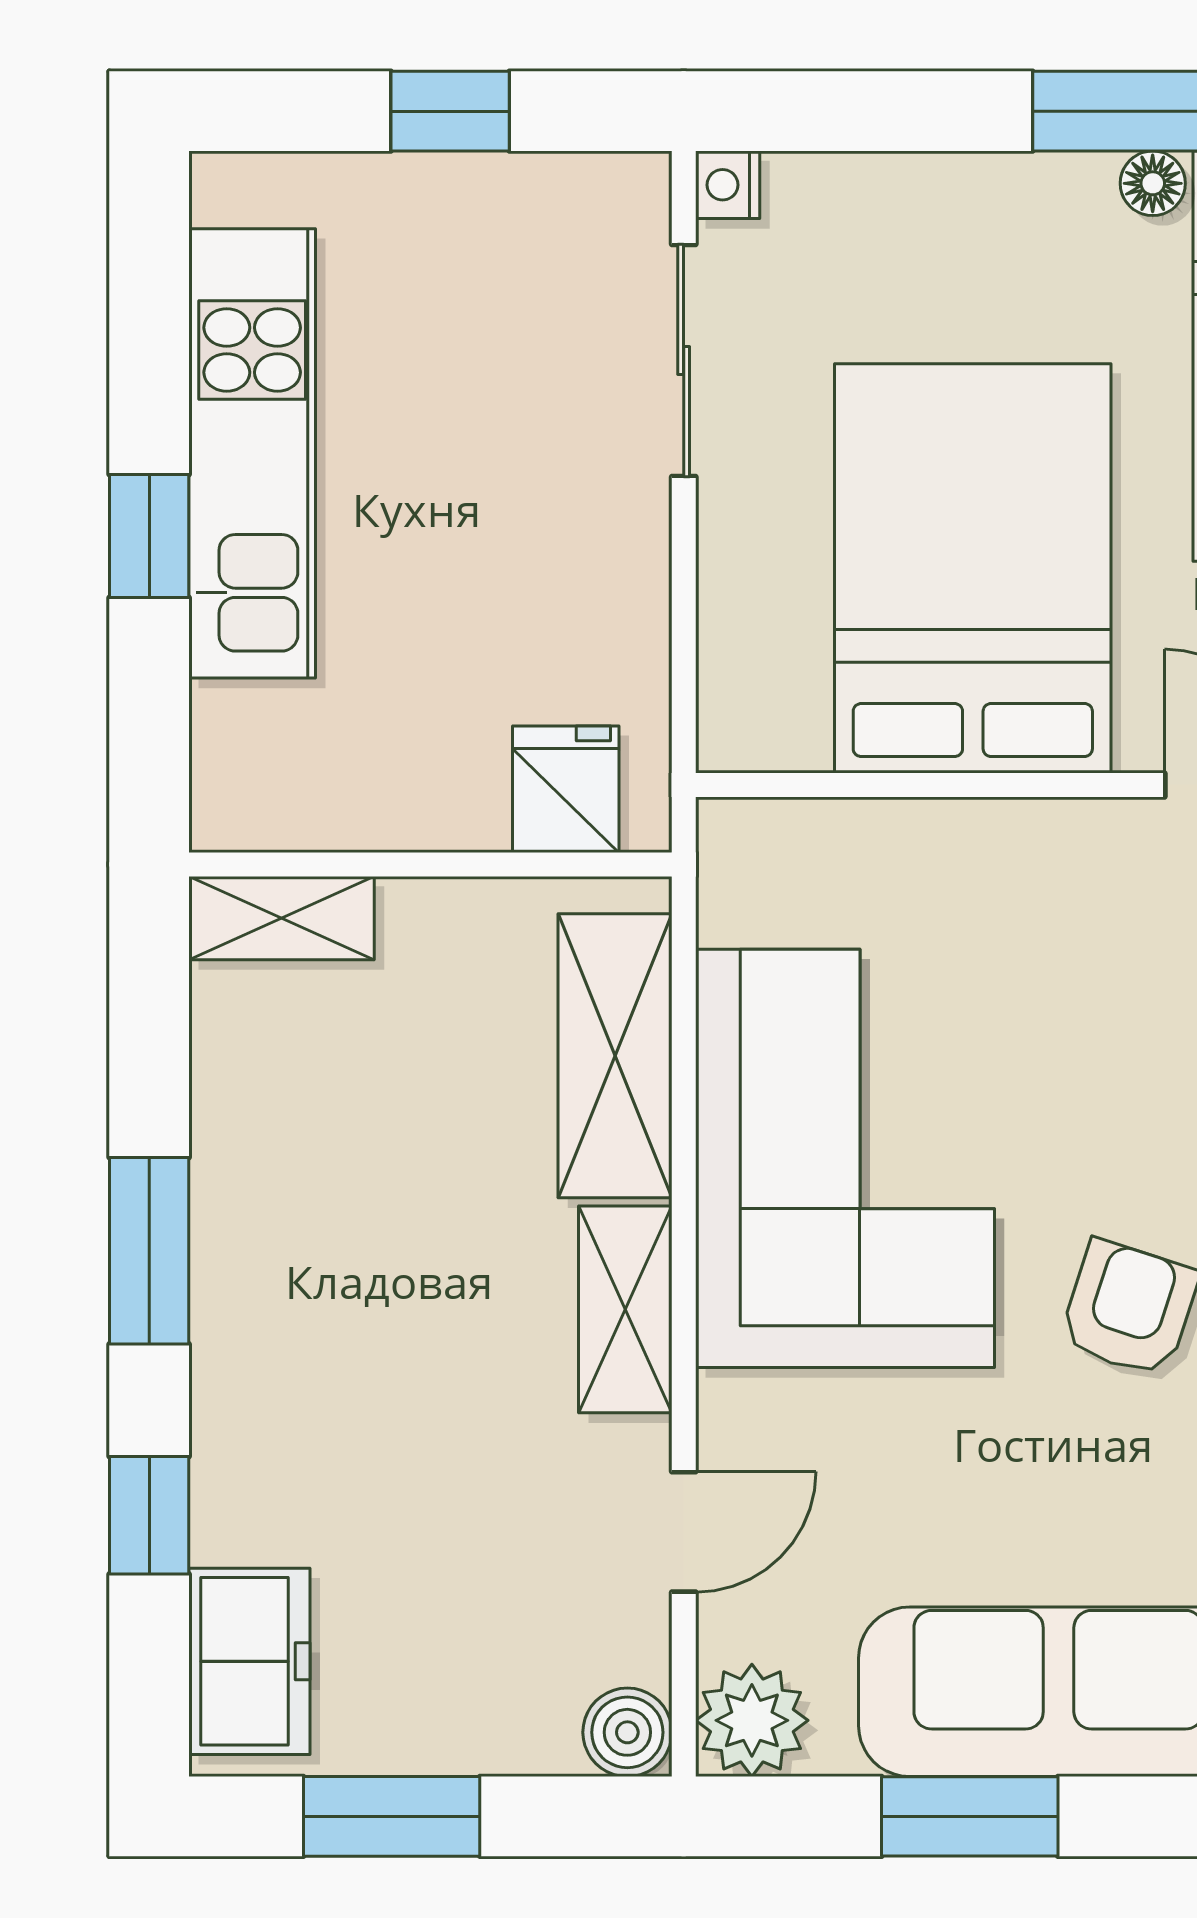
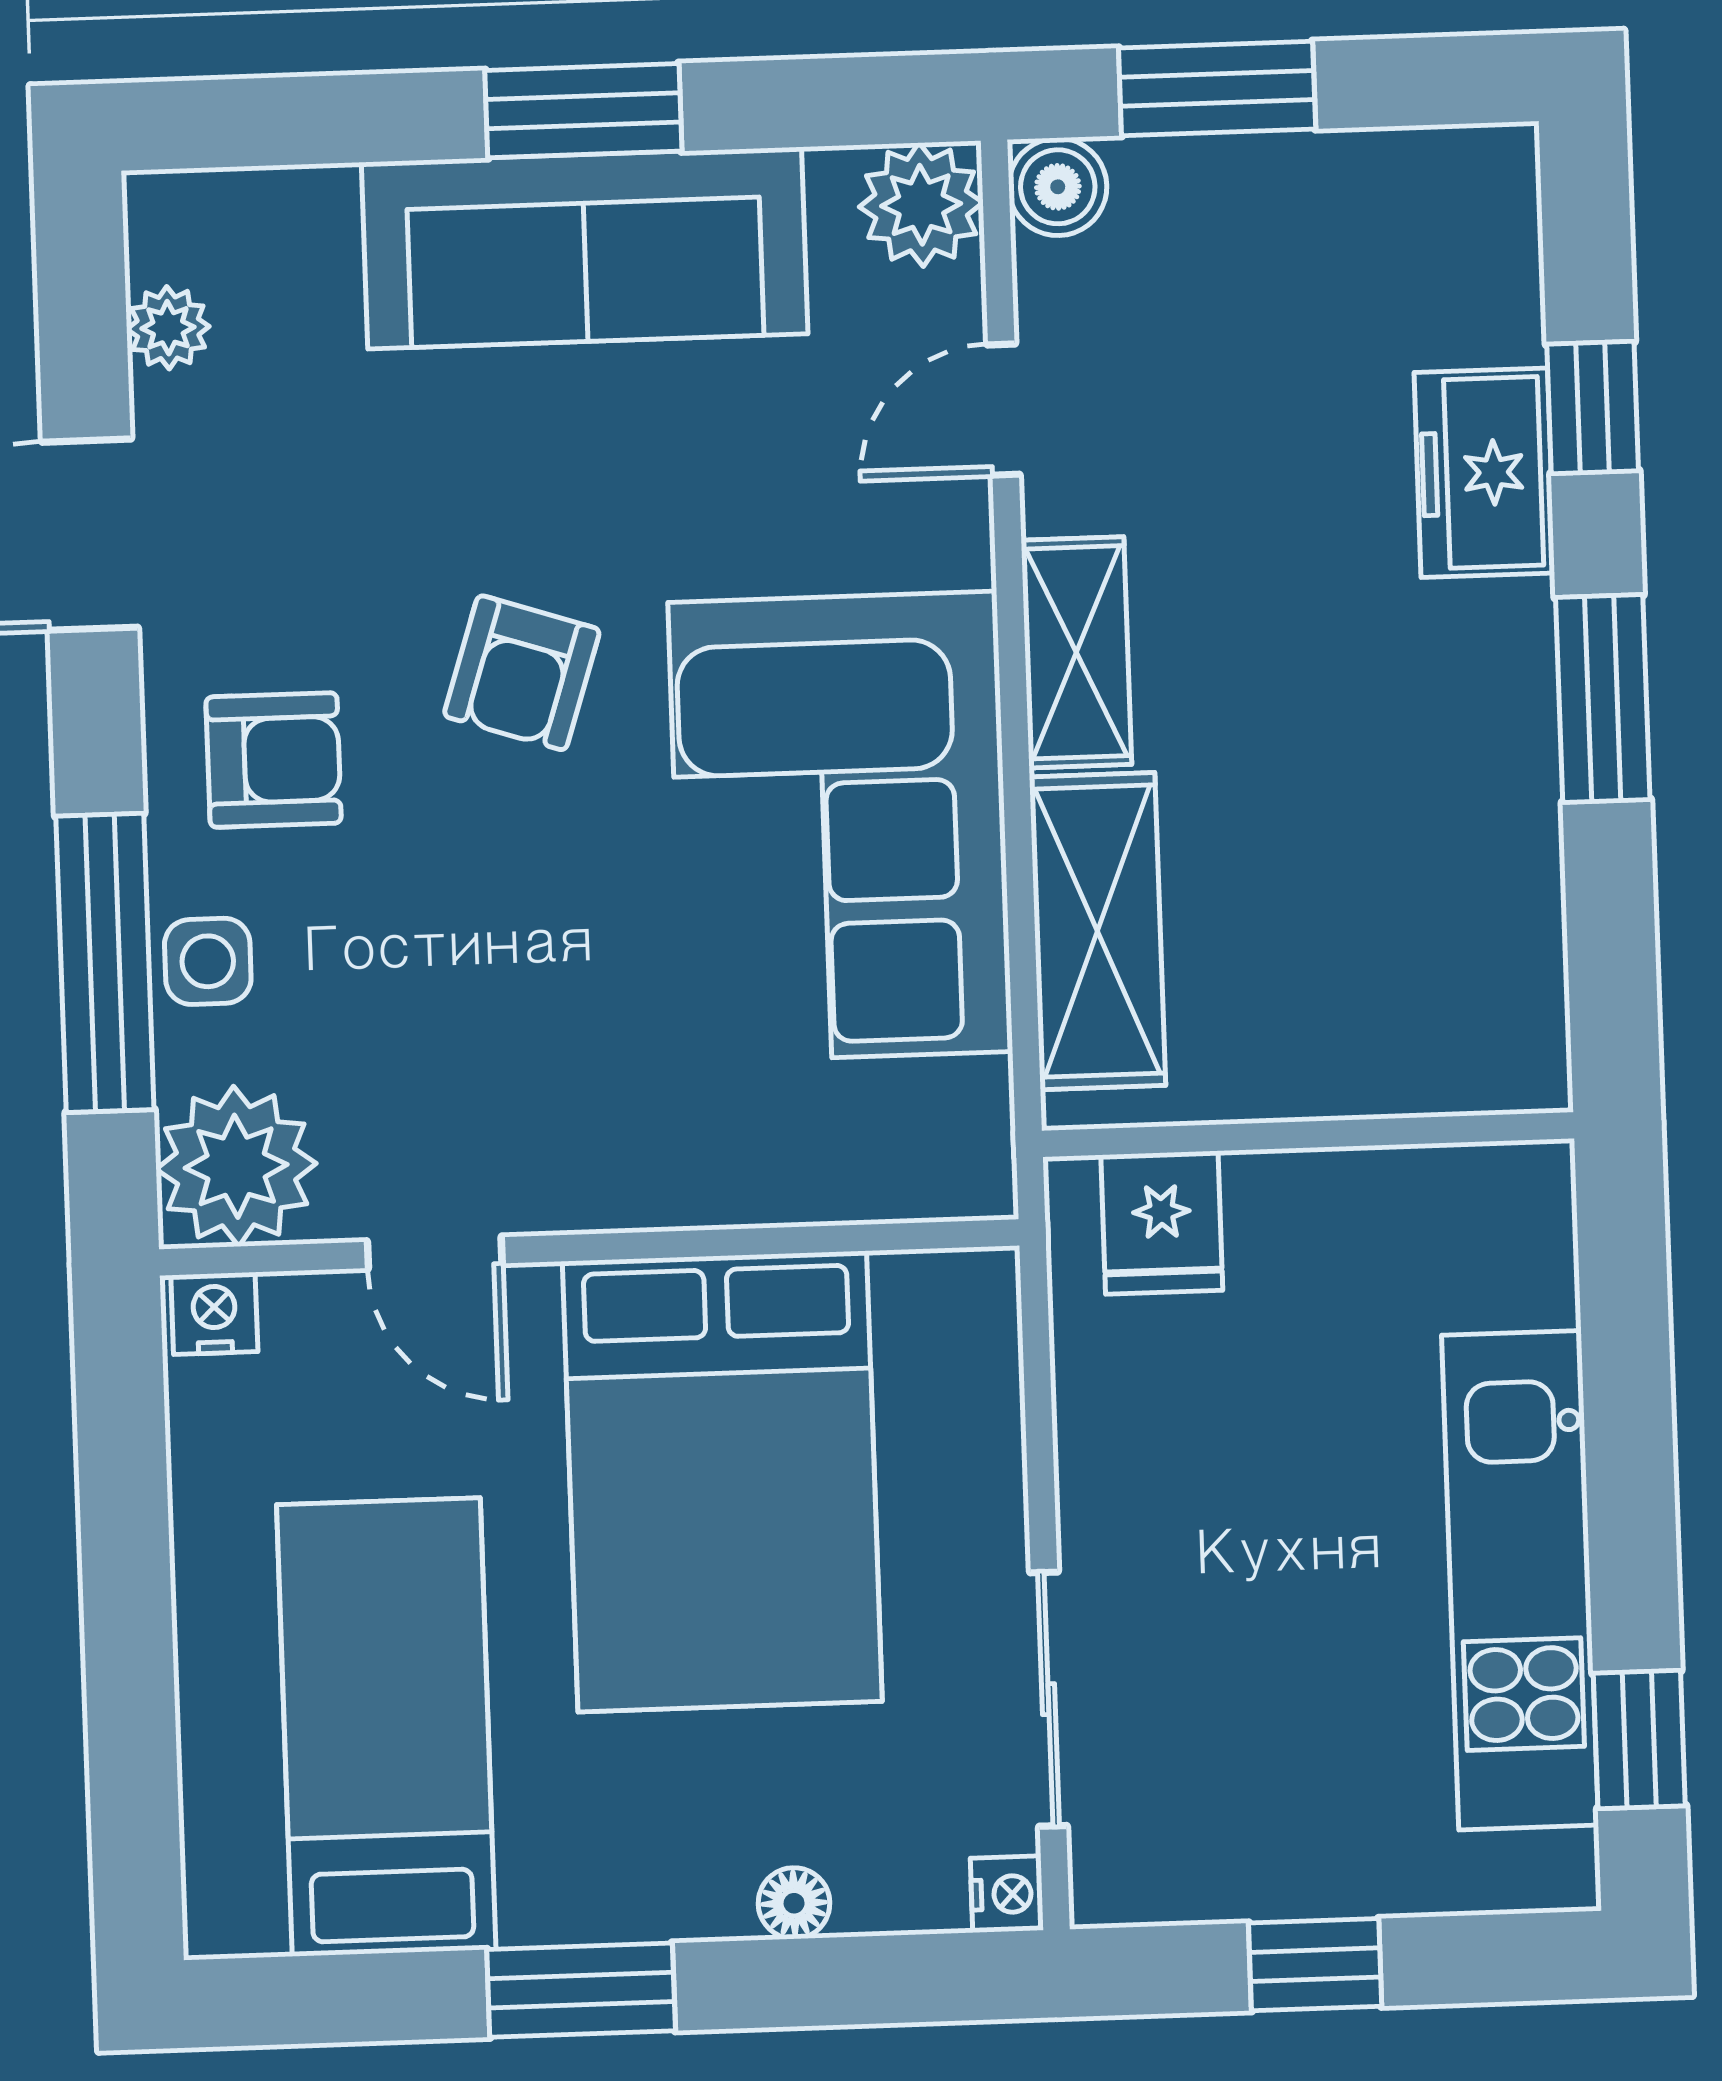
floor lamp: (1153, 183) -> (794, 1903), moved
window: (149, 536) -> (1639, 1739), moved
shelving: (281, 918) -> (1470, 1070), removed
freezer: (249, 1661) -> (1484, 473), moved
window: (392, 1816) -> (1217, 89), moved
window: (970, 1816) -> (583, 111), moved

